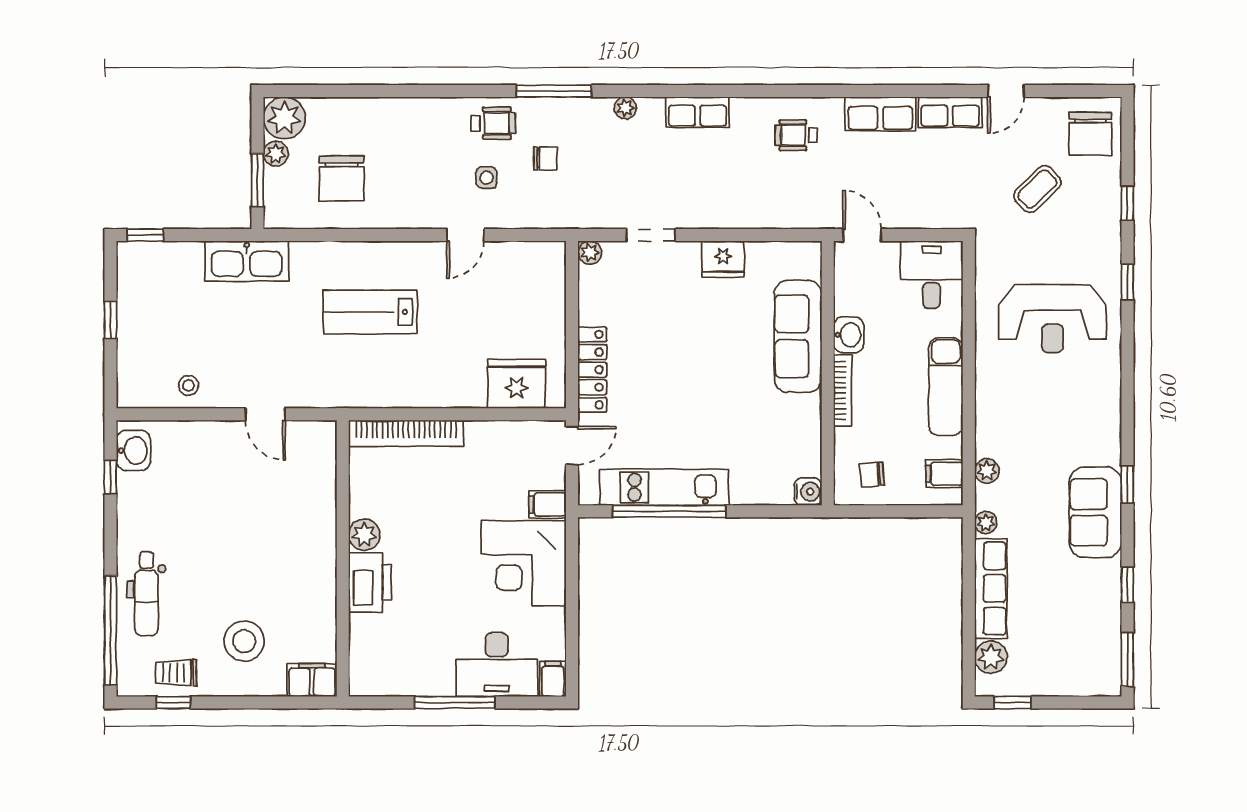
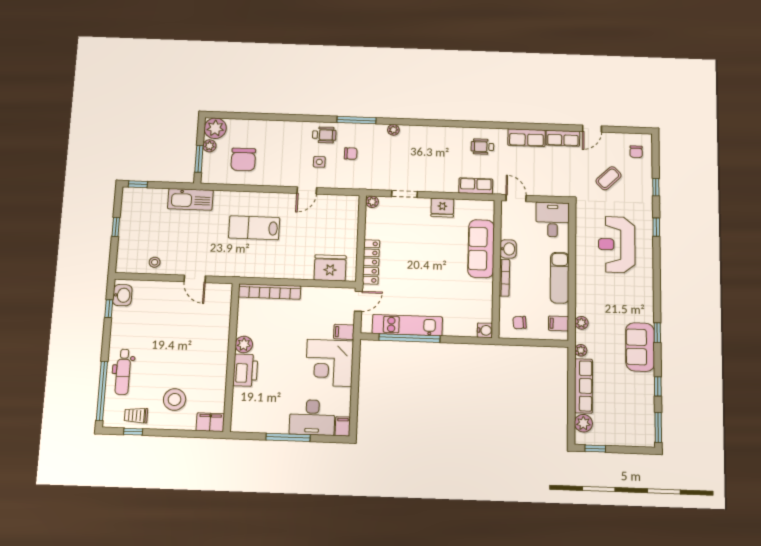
row of seats: (698, 112) -> (476, 186), moved, turned 180
chair: (1090, 134) -> (636, 152), width x0.54, depth x0.54
reception desk: (1053, 319) -> (617, 245), turned 90

